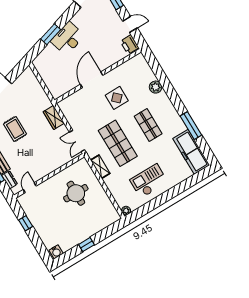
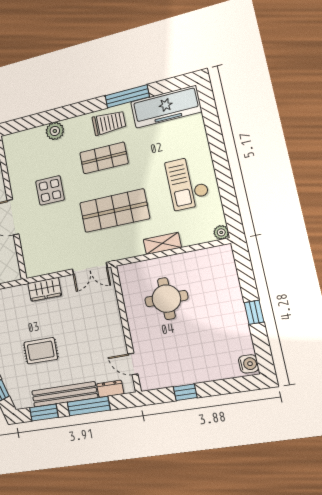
trolley: (171, 120) -> (109, 123), added
shelving: (100, 167) -> (162, 243), moved

